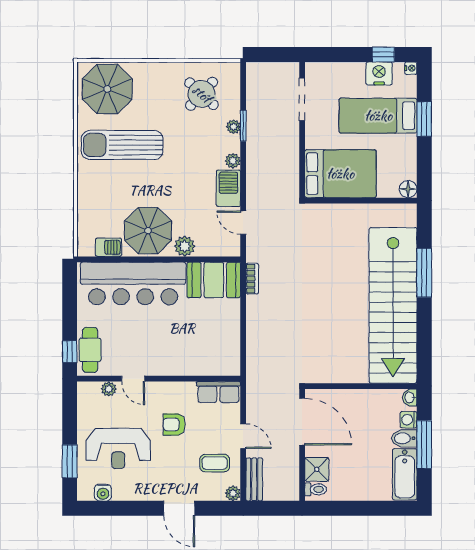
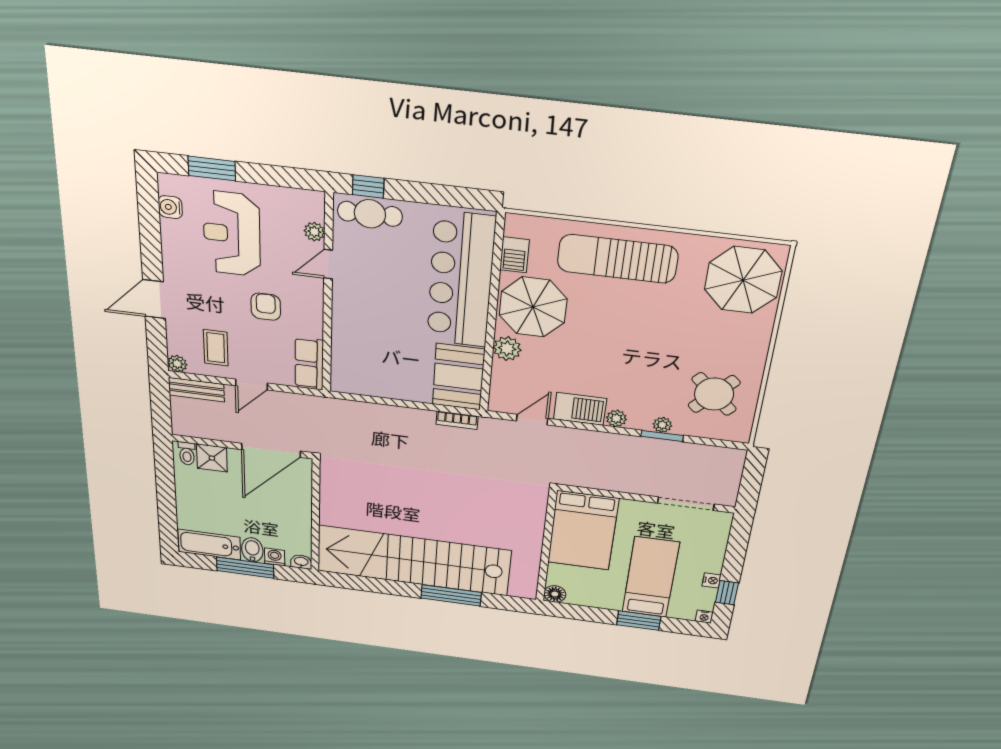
nightstand: (379, 73) -> (712, 580), width x0.53, depth x0.56
sun lounger: (122, 145) -> (617, 259), moved, turned -90

